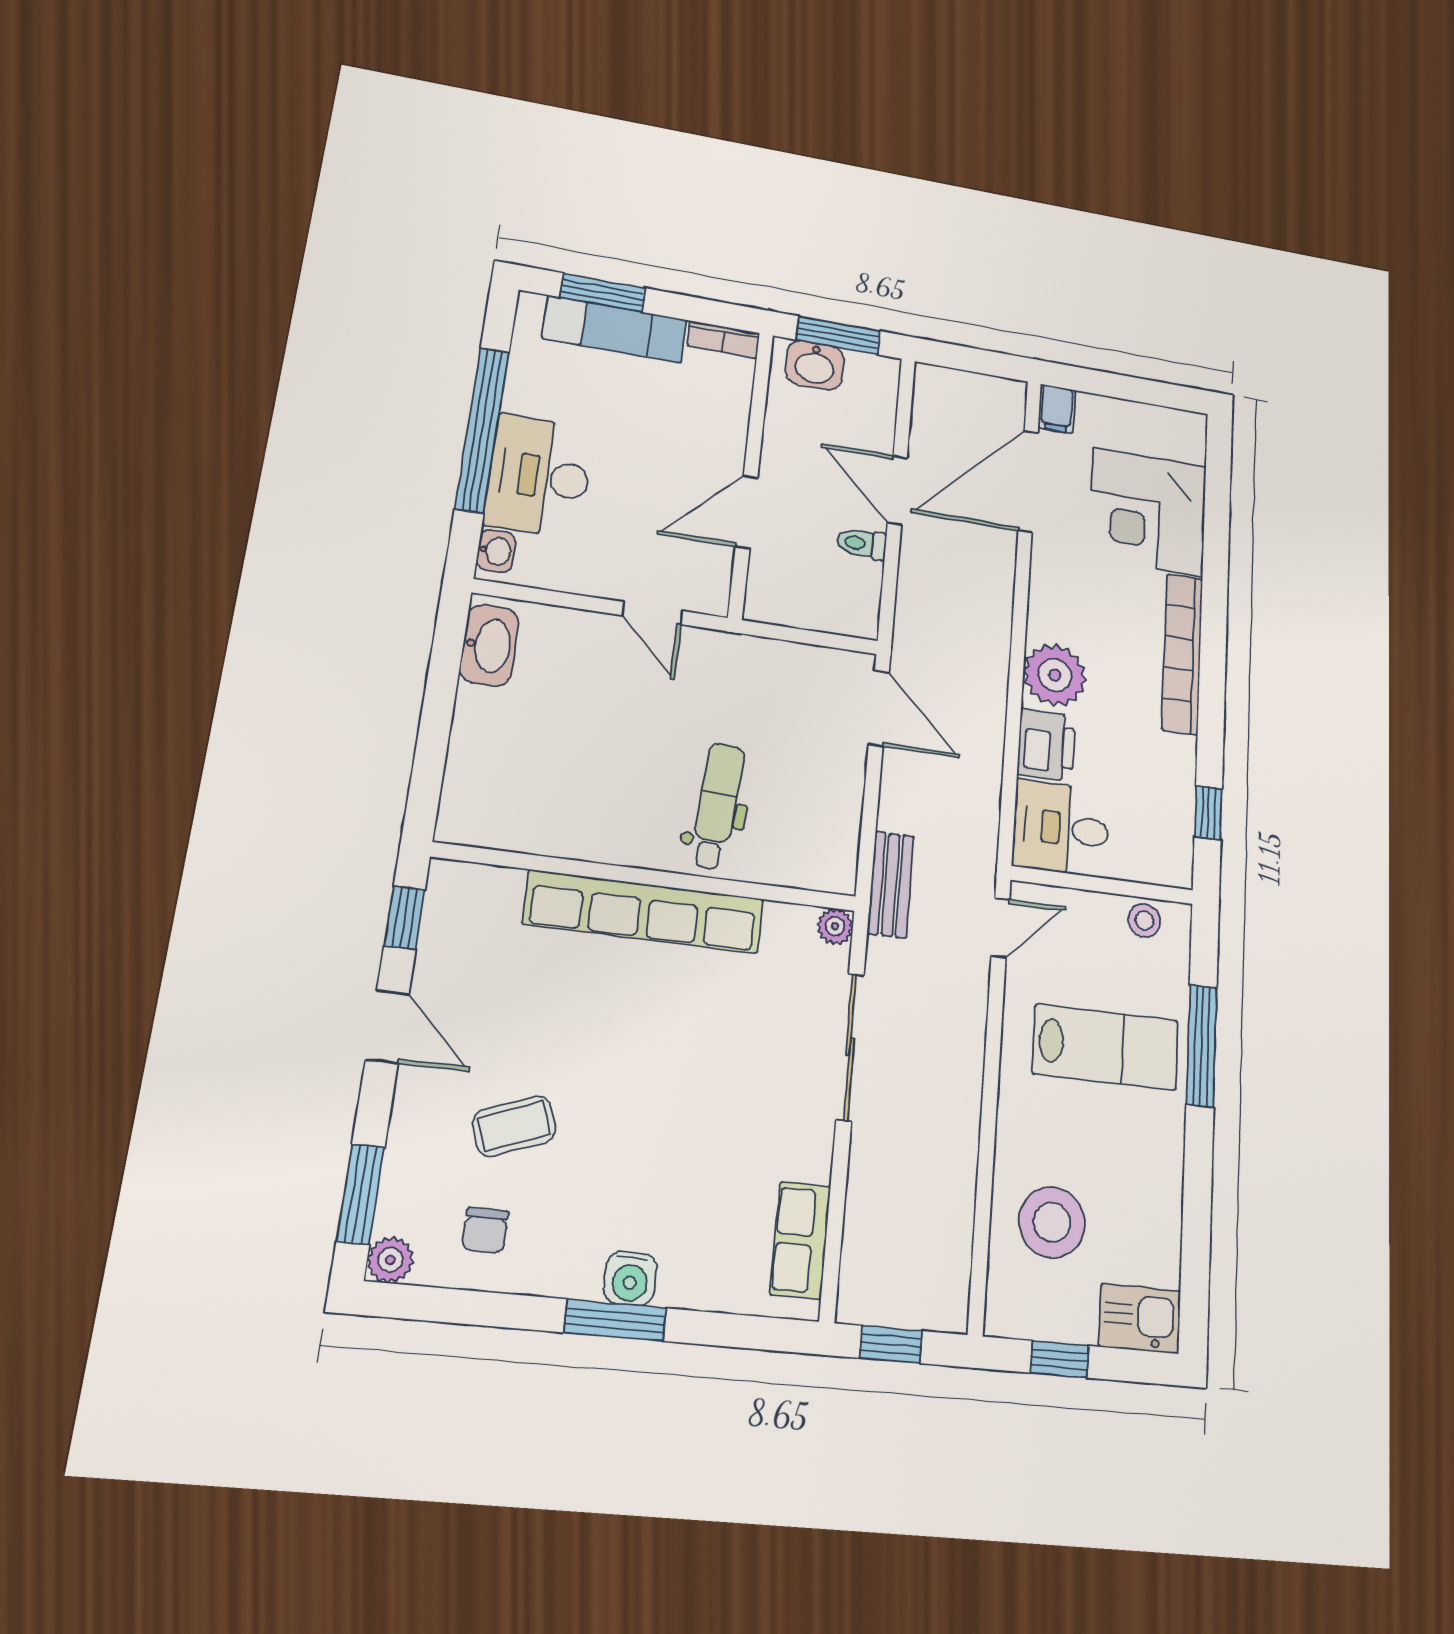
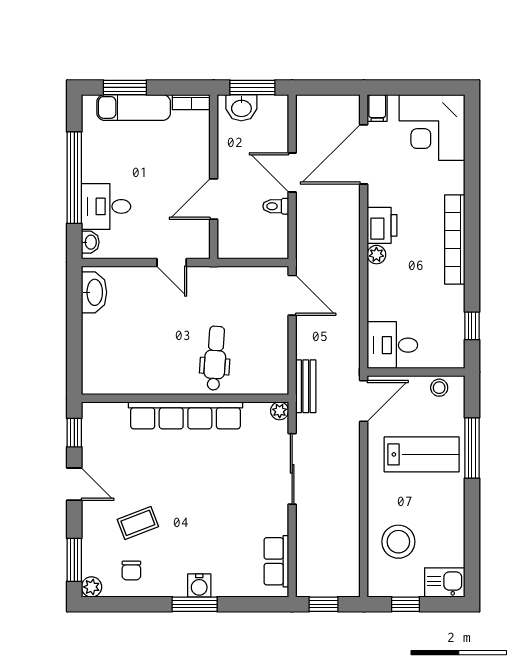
desk: (539, 476) -> (106, 206), width x0.73
corner desk: (1148, 511) -> (432, 127), moved
plant: (1055, 675) -> (376, 255), width x0.53, depth x0.53
printer: (1046, 745) -> (382, 225), moved
door: (1000, 928) -> (364, 401), width x1.38

